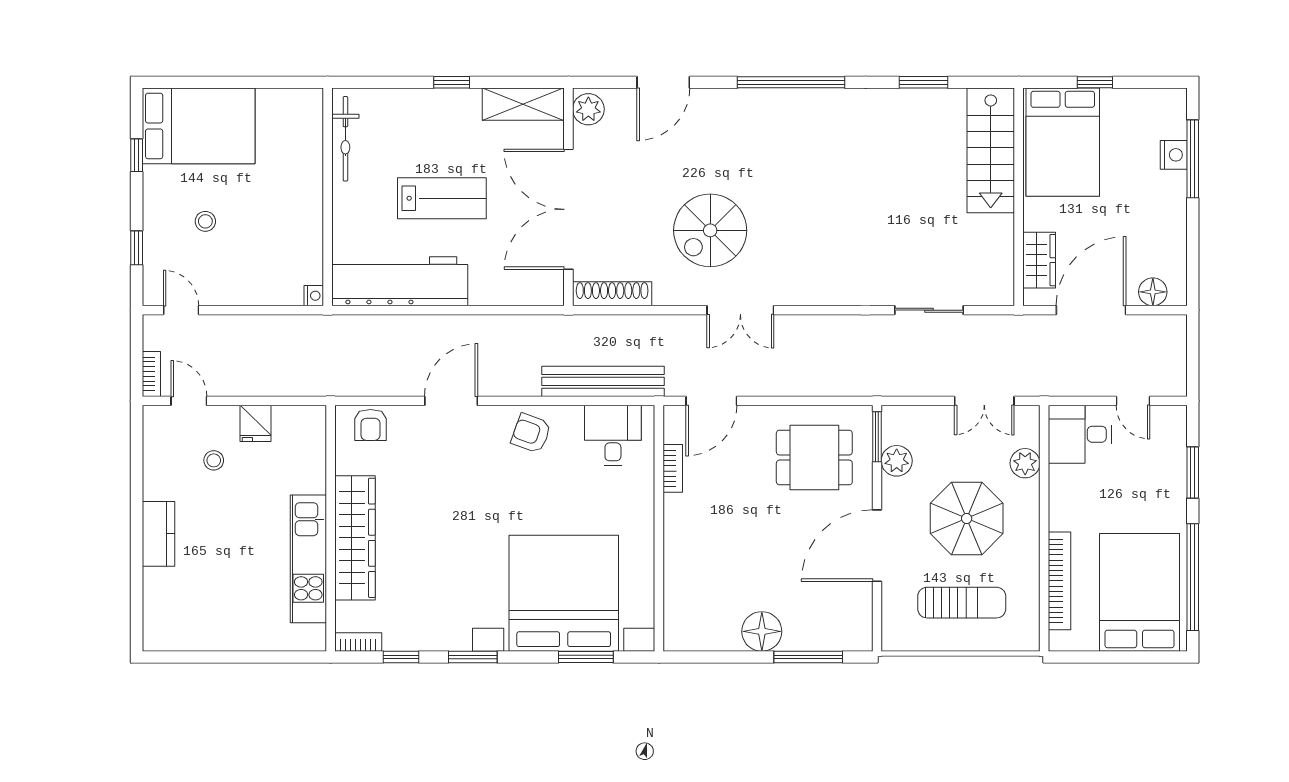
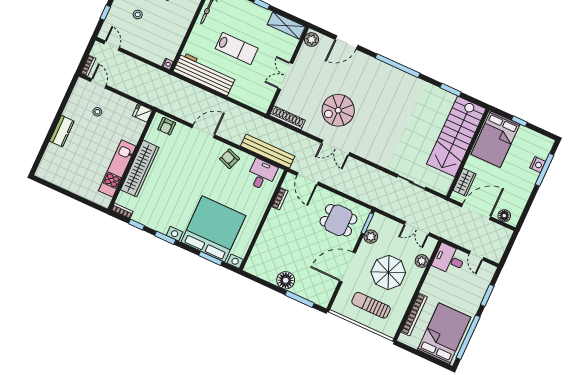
stairs: (991, 150) -> (456, 136), width x1.36, depth x1.51
double door: (568, 209) -> (285, 76), width x0.54
door: (711, 401) -> (308, 179), hinge flipped
fridge: (255, 423) -> (142, 113), moved, turned 90
sun lounger: (962, 603) -> (371, 305), turned 180

